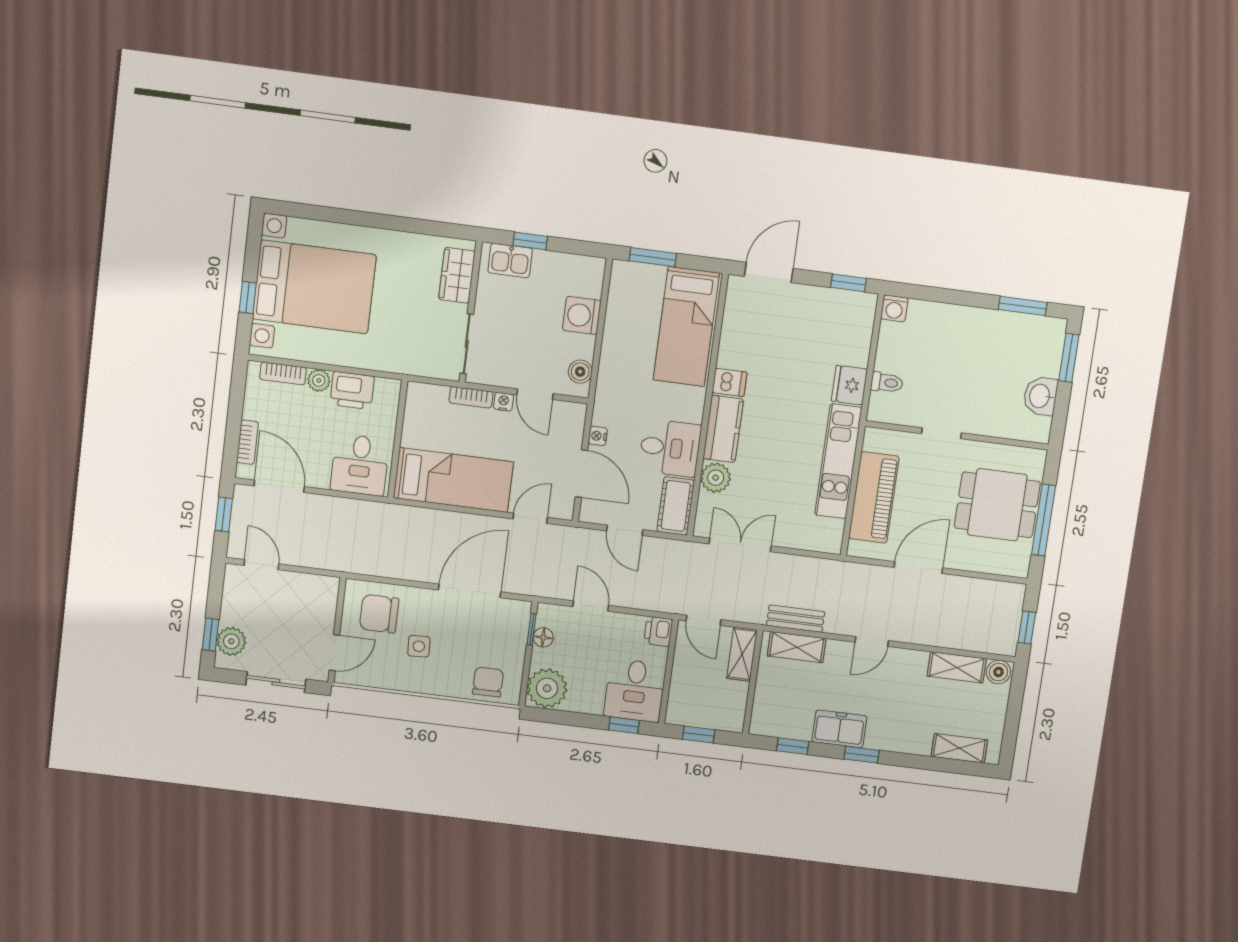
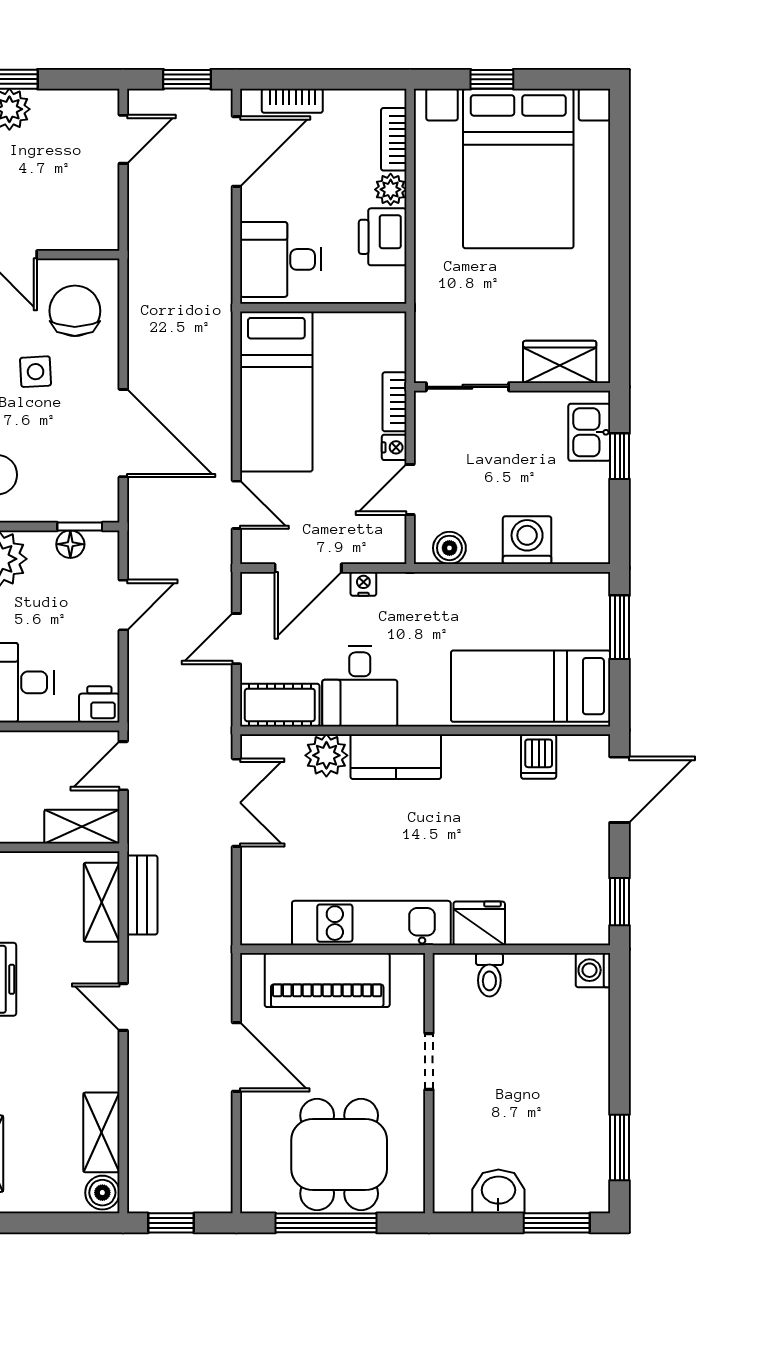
door: (769, 272) -> (620, 790), hinge flipped
dishwasher: (730, 382) -> (539, 756), moved

